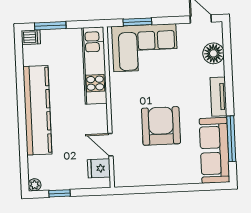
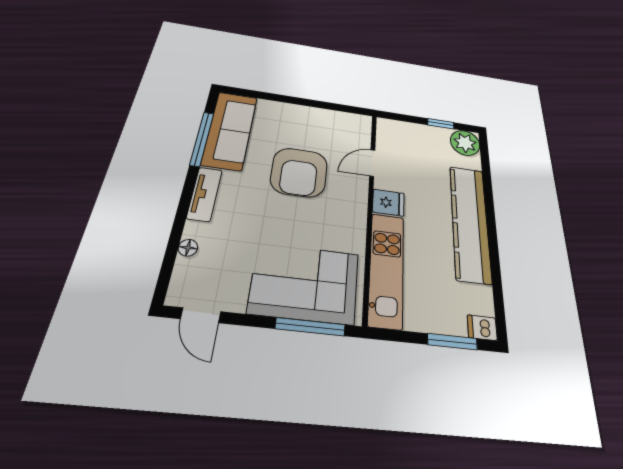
window: (137, 22) -> (310, 327), width x1.44
floor lamp: (213, 53) -> (188, 248), width x0.53, depth x0.53
door: (111, 145) -> (372, 163), swing flipped
fridge: (99, 168) -> (388, 203), moved
plant: (35, 185) -> (465, 143), width x1.87, depth x1.87

